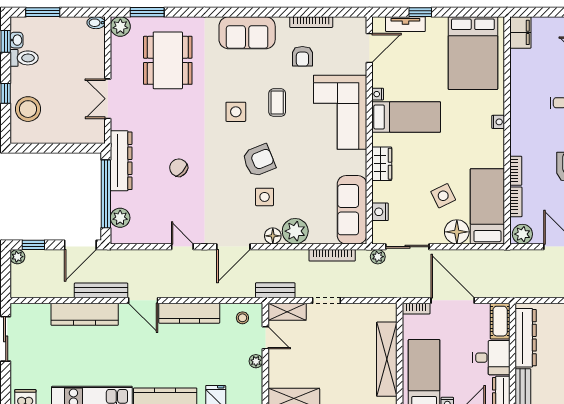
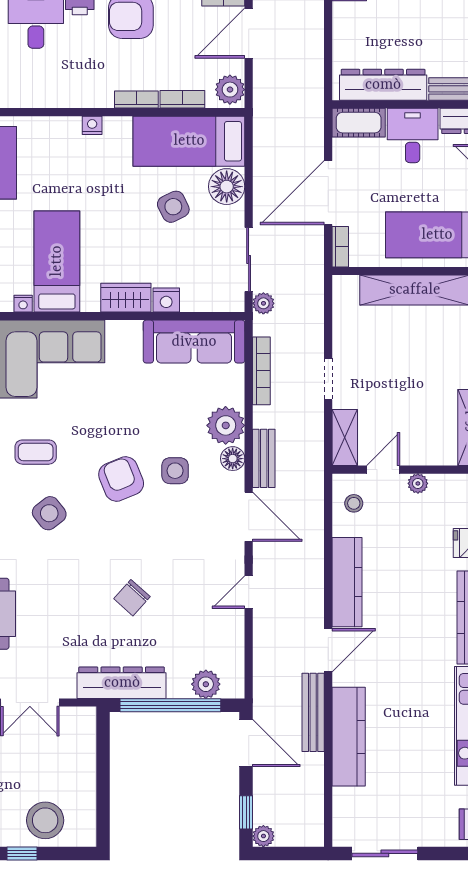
side table: (236, 112) -> (49, 513), turned -38
nightstand: (498, 122) -> (92, 125), moved
nightstand: (380, 212) -> (166, 300), moved
bench: (275, 290) -> (264, 458), moved

